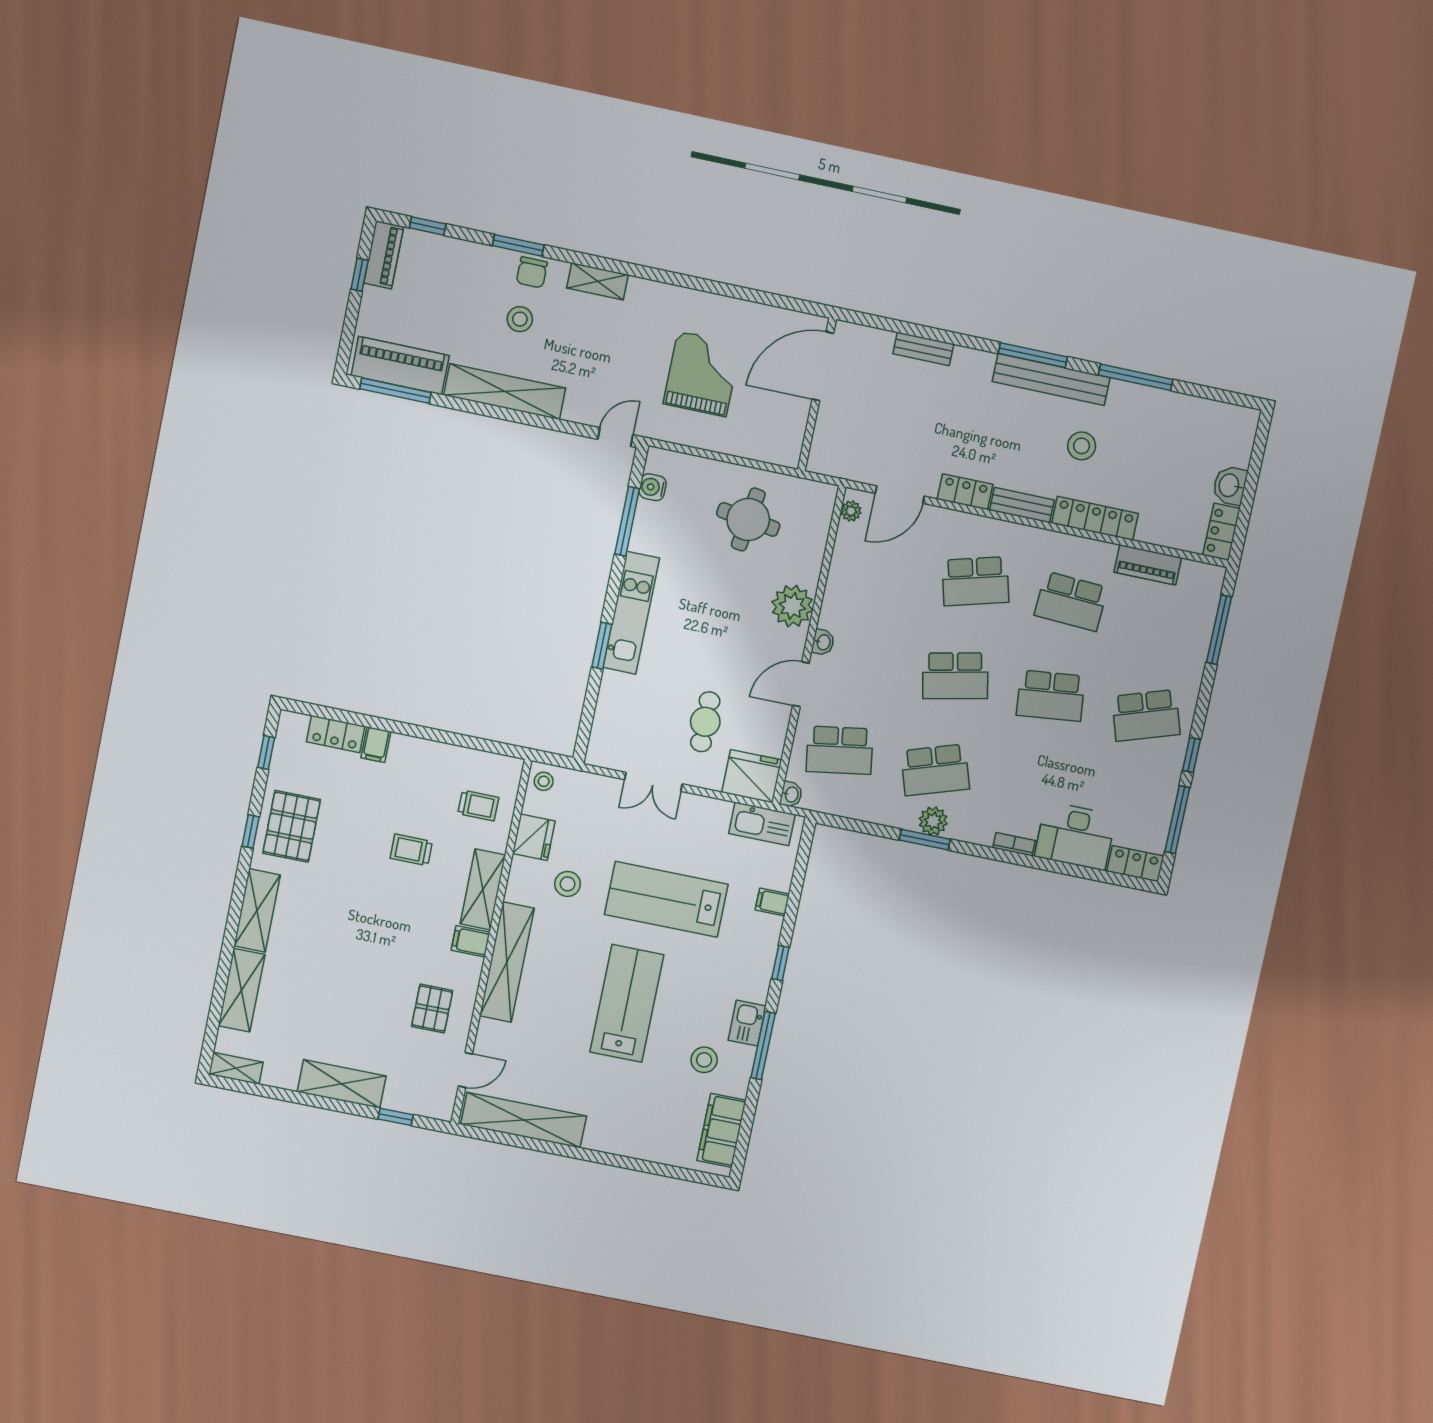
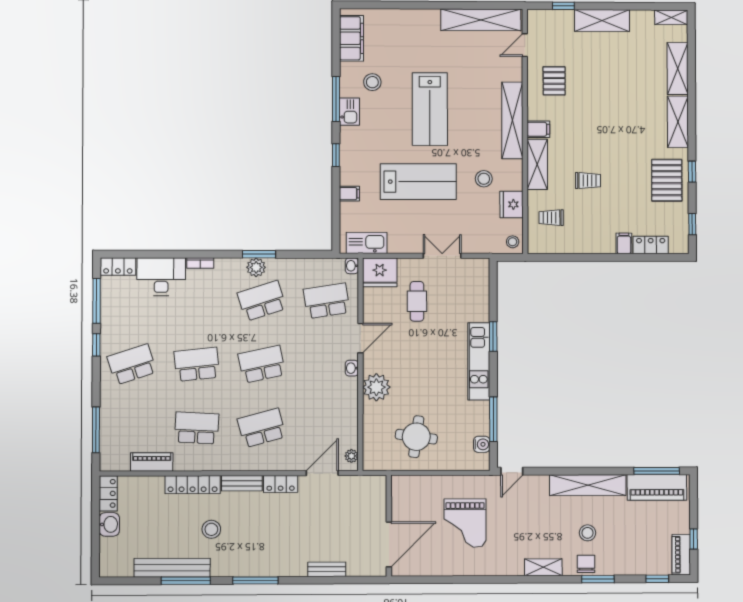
bench: (1051, 380) -> (172, 568), moved

